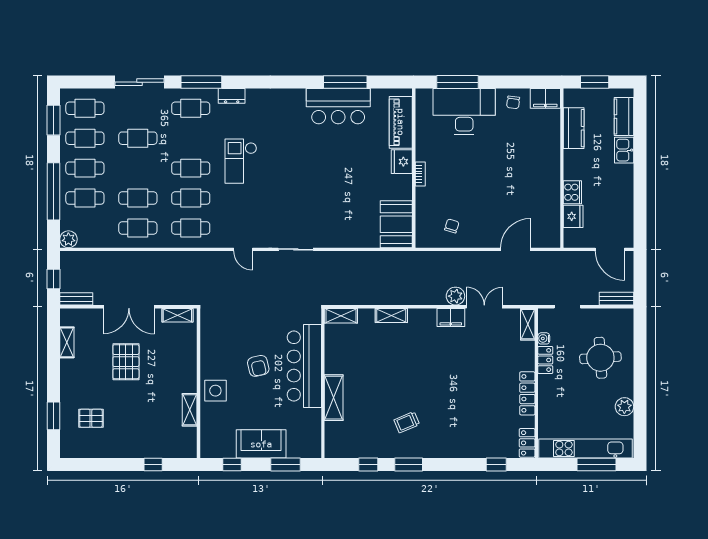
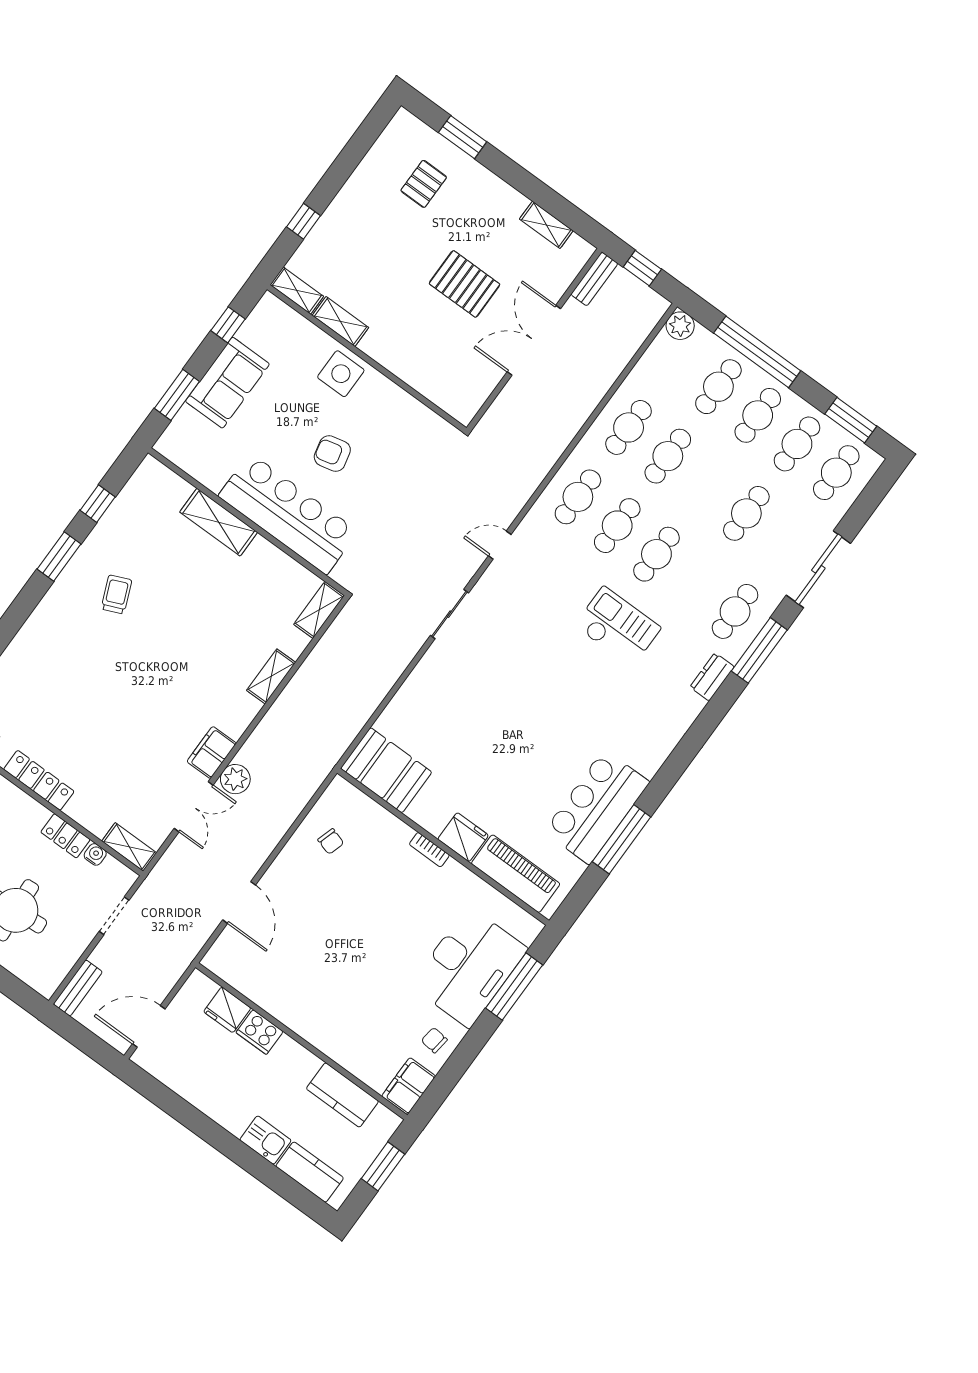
shelving: (177, 315) -> (297, 290), moved, turned 90

